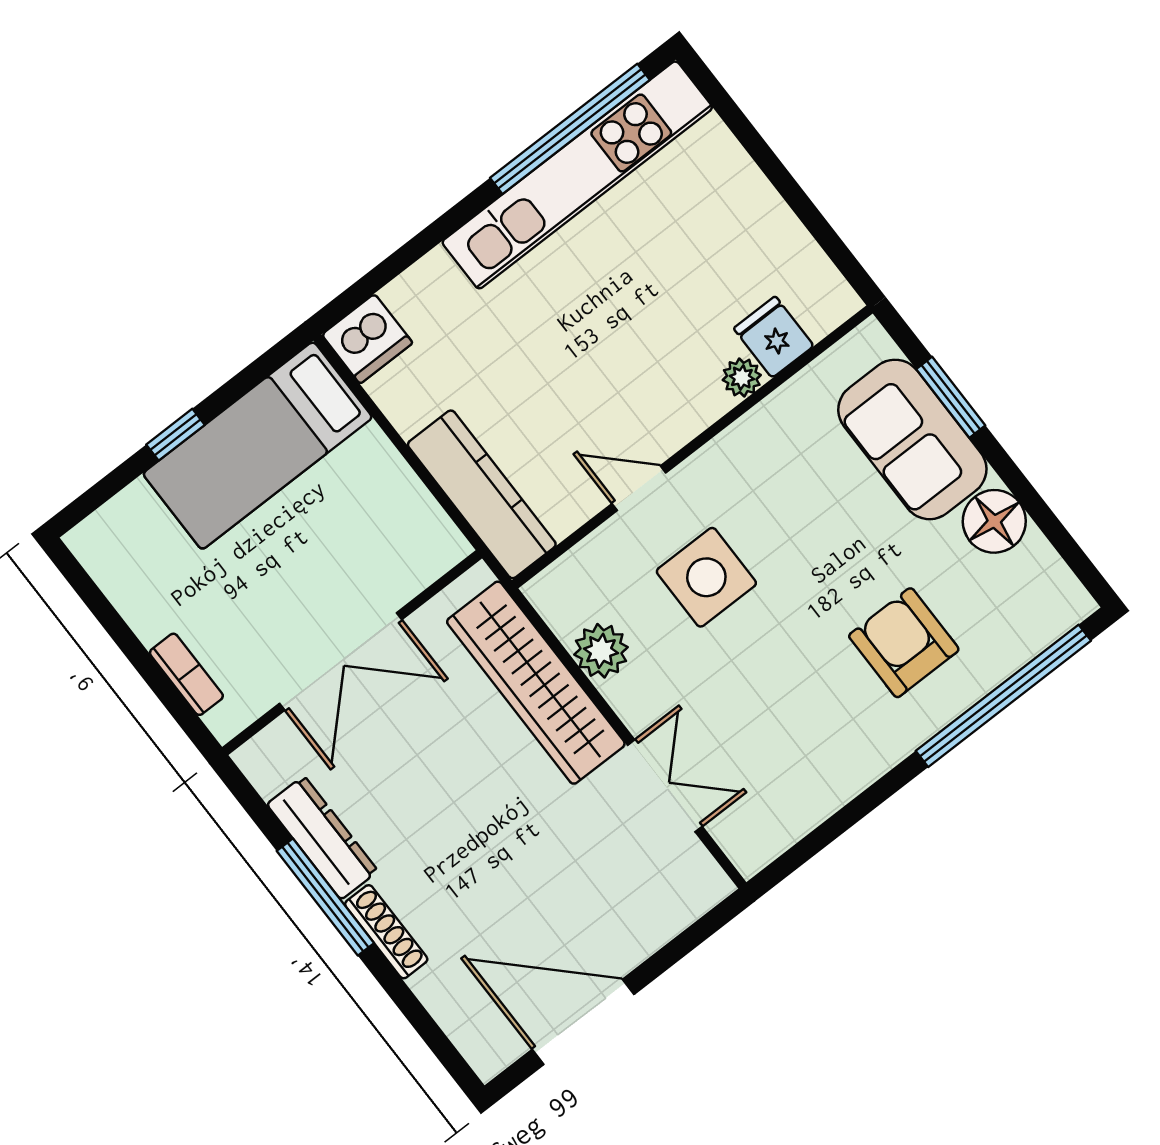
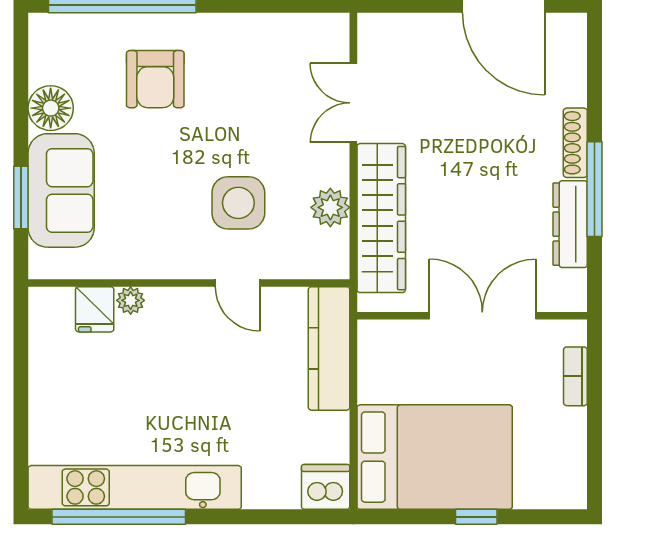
bed: (258, 446) -> (435, 457), width x1.50

